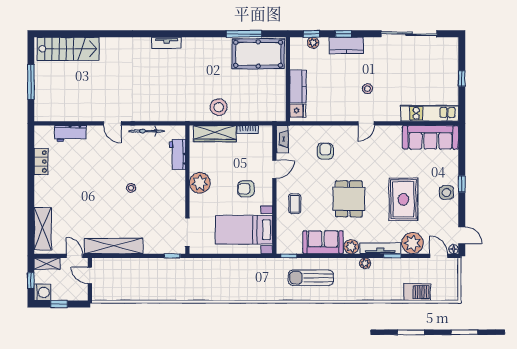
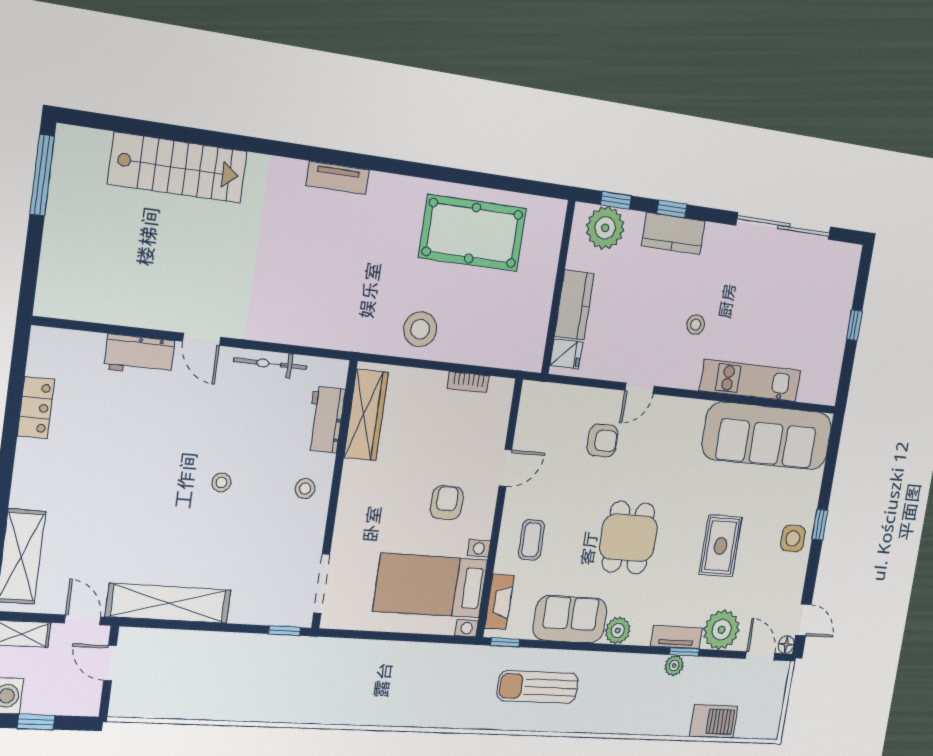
window: (244, 34) -> (491, 181), removed
plant: (313, 43) -> (605, 228), width x1.87, depth x1.87
stairs: (68, 49) -> (178, 168), moved
pool table: (258, 54) -> (473, 233), moved
window: (31, 82) -> (42, 175), moved
kitchen unit: (429, 113) -> (750, 381), moved
door: (366, 123) -> (640, 388), moved
workbench: (70, 133) -> (139, 355), moved
wardrobe: (215, 134) -> (366, 415), moved, turned -90
sofa: (430, 137) -> (767, 436), width x1.36, depth x1.27
fireplace: (282, 139) -> (499, 602), moved
armchair: (325, 151) -> (602, 440), turned 90
plant: (200, 183) -> (360, 483), removed
stool: (172, 188) -> (305, 489), added
armchair: (246, 189) -> (447, 503), turned 90
rug: (403, 199) -> (720, 546), width x0.73, depth x0.70
tv unit: (380, 248) -> (676, 637), width x0.71
plant: (365, 263) -> (674, 666), moved

